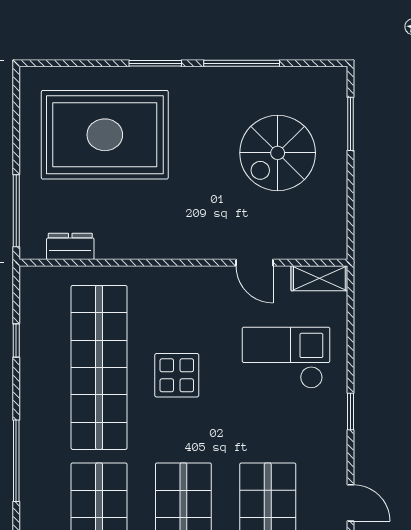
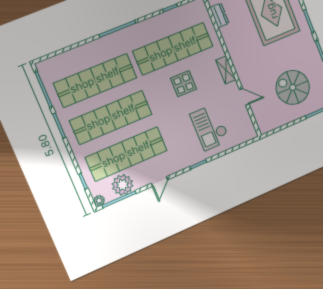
door: (255, 263) -> (244, 97), swing flipped
shelving: (319, 278) -> (226, 70), moved
checkout: (286, 358) -> (210, 127), turned 180

